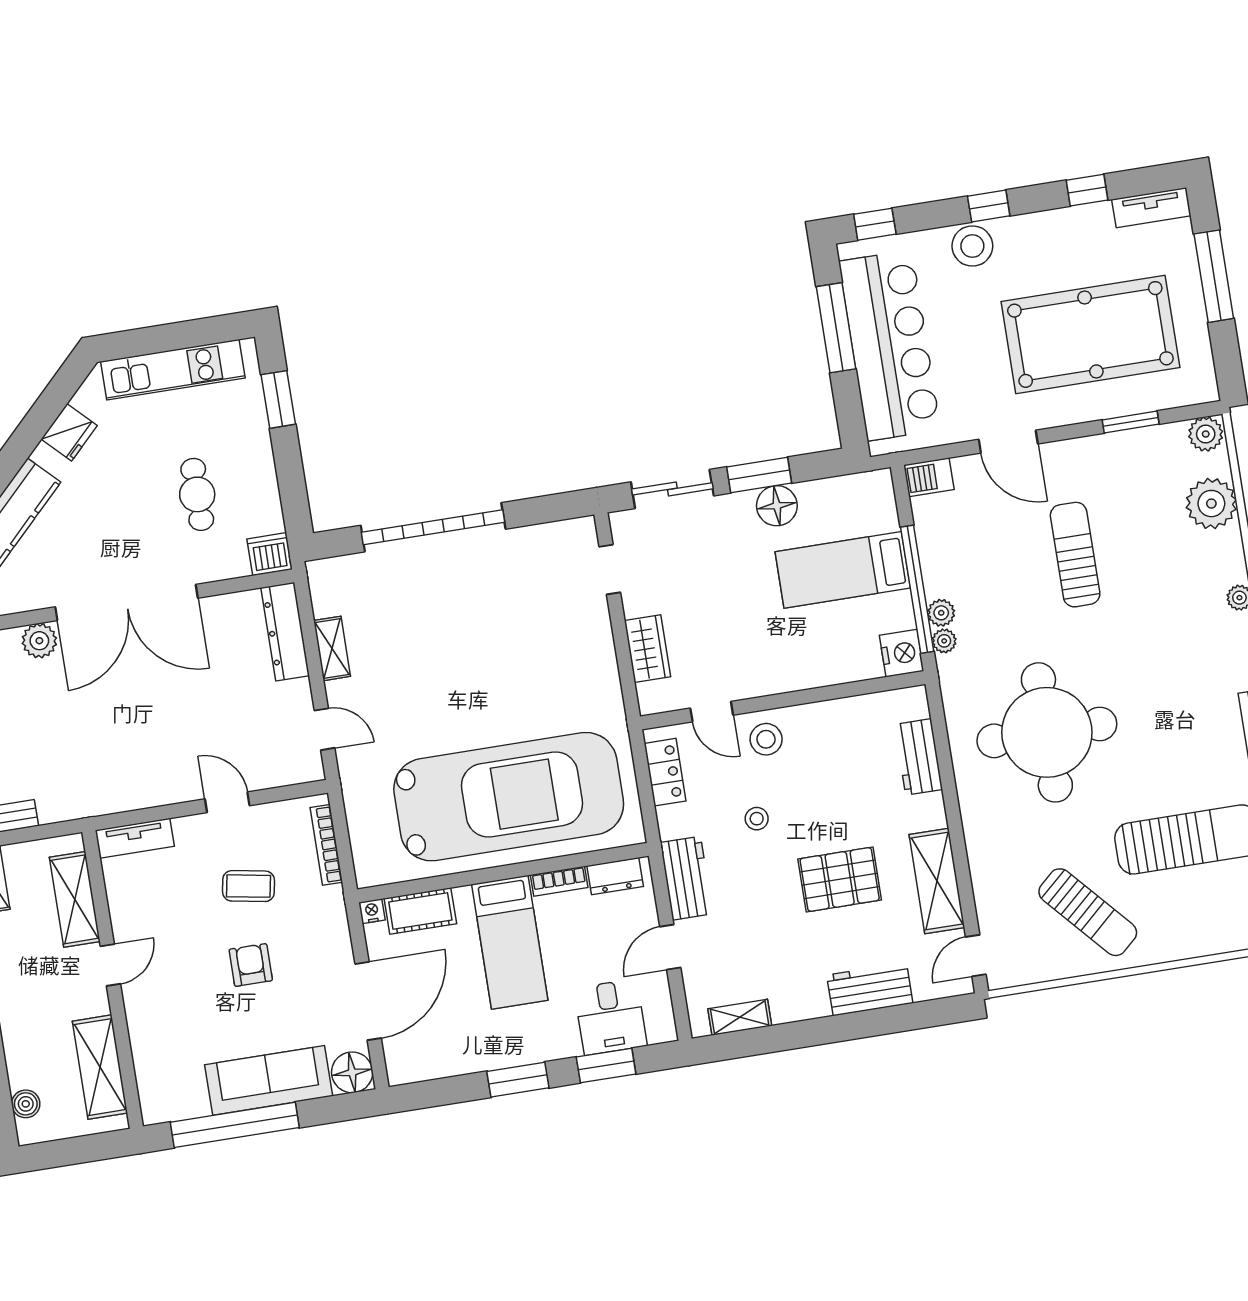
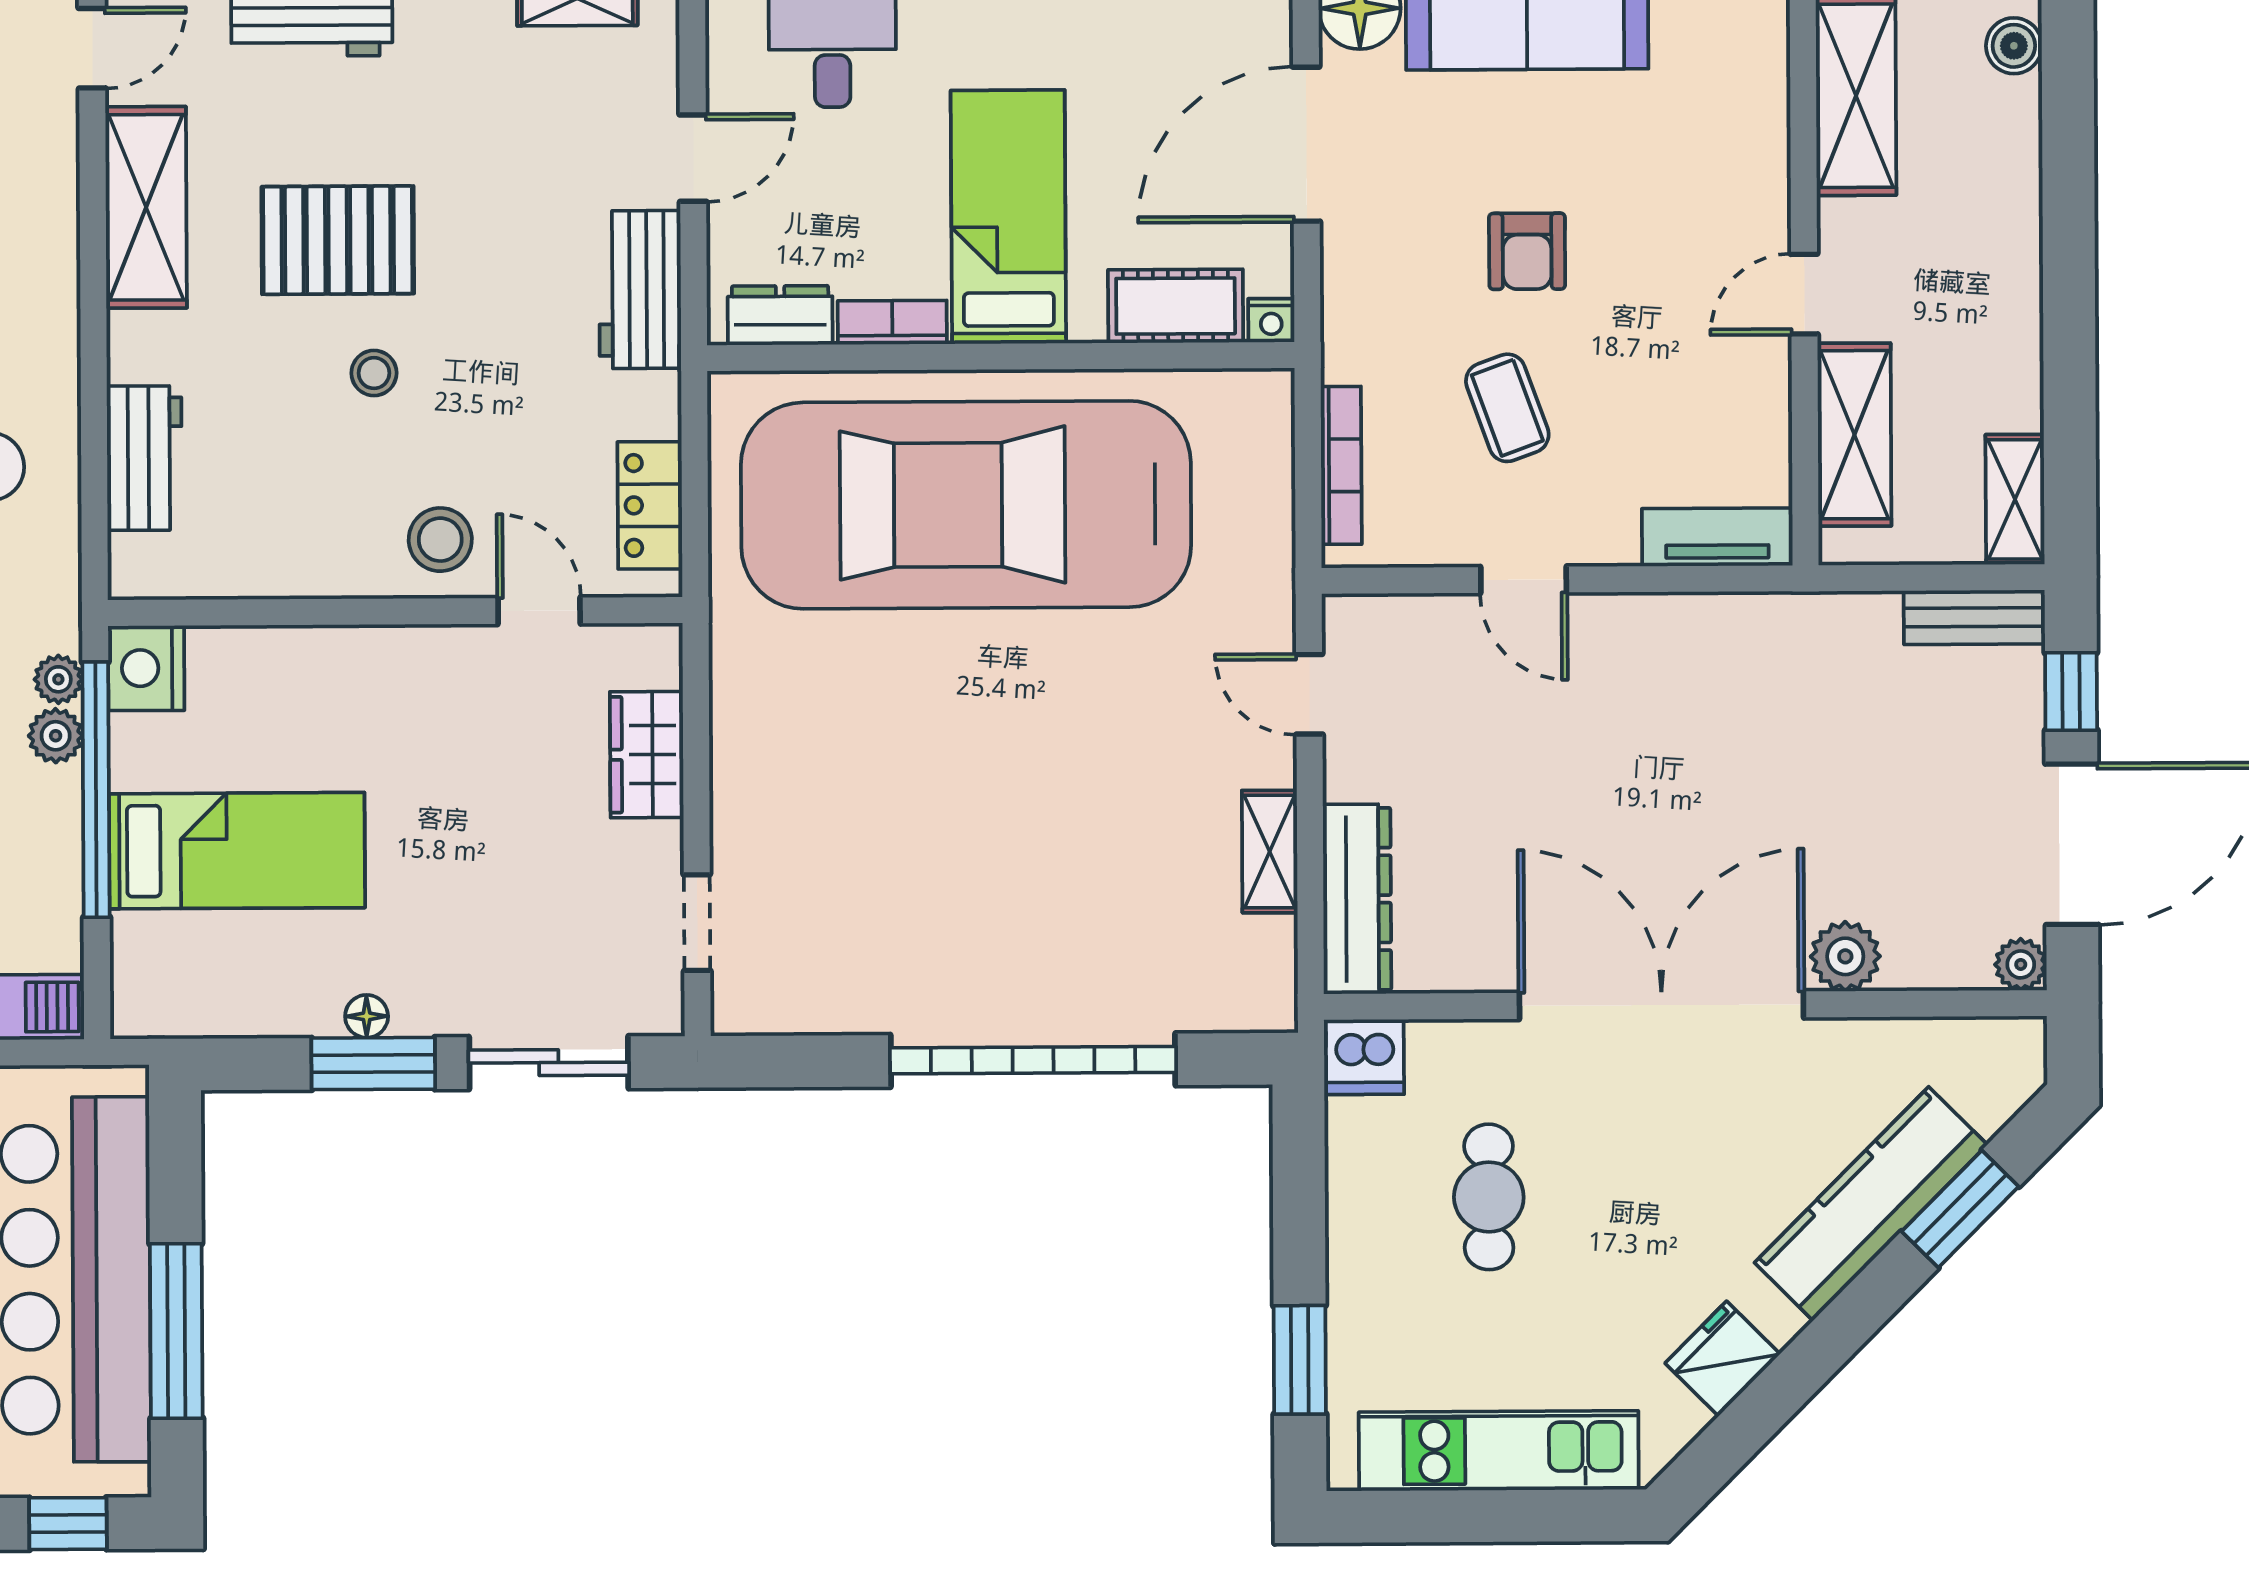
floor lamp: (777, 506) -> (367, 1016), width x0.53, depth x0.53
stool: (757, 819) -> (374, 373), moved
coffee table: (248, 886) -> (1507, 408), turned 60

